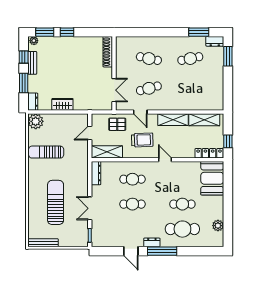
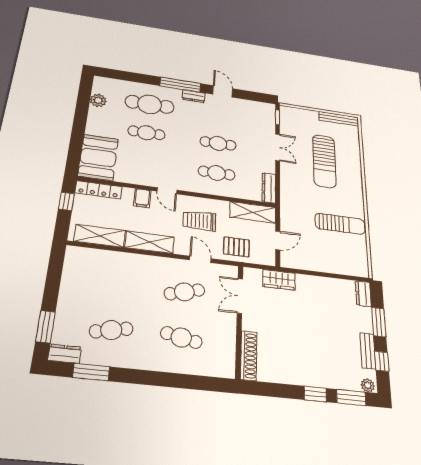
wardrobe: (62, 104) -> (279, 280), moved
plant: (36, 121) -> (357, 266), removed
filing cabinet: (181, 151) -> (142, 198), added

